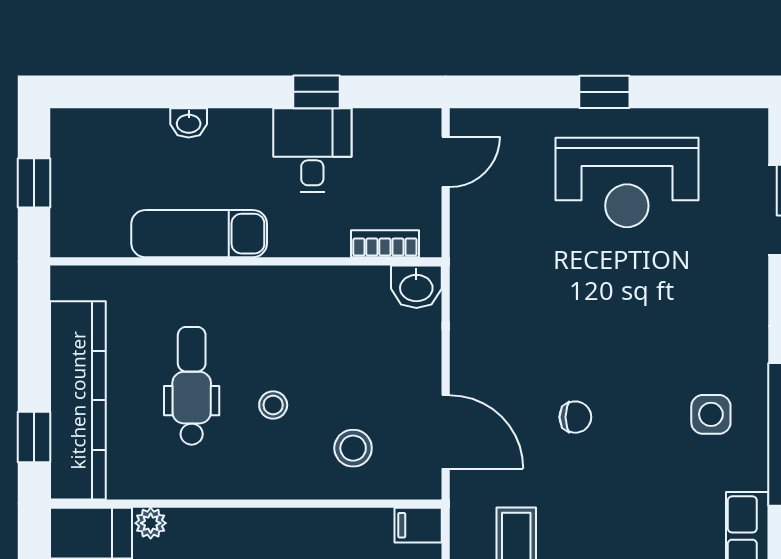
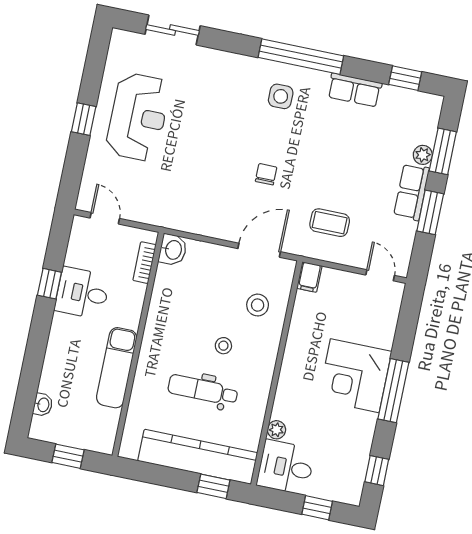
washbasin: (189, 123) -> (43, 405), moved

